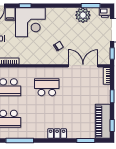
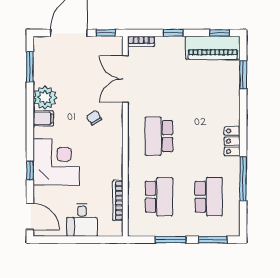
printer: (105, 13) -> (41, 45), removed
filing cabinet: (10, 14) -> (43, 118), moved
plant: (83, 15) -> (45, 98), moved
locker: (57, 134) -> (232, 141), moved

